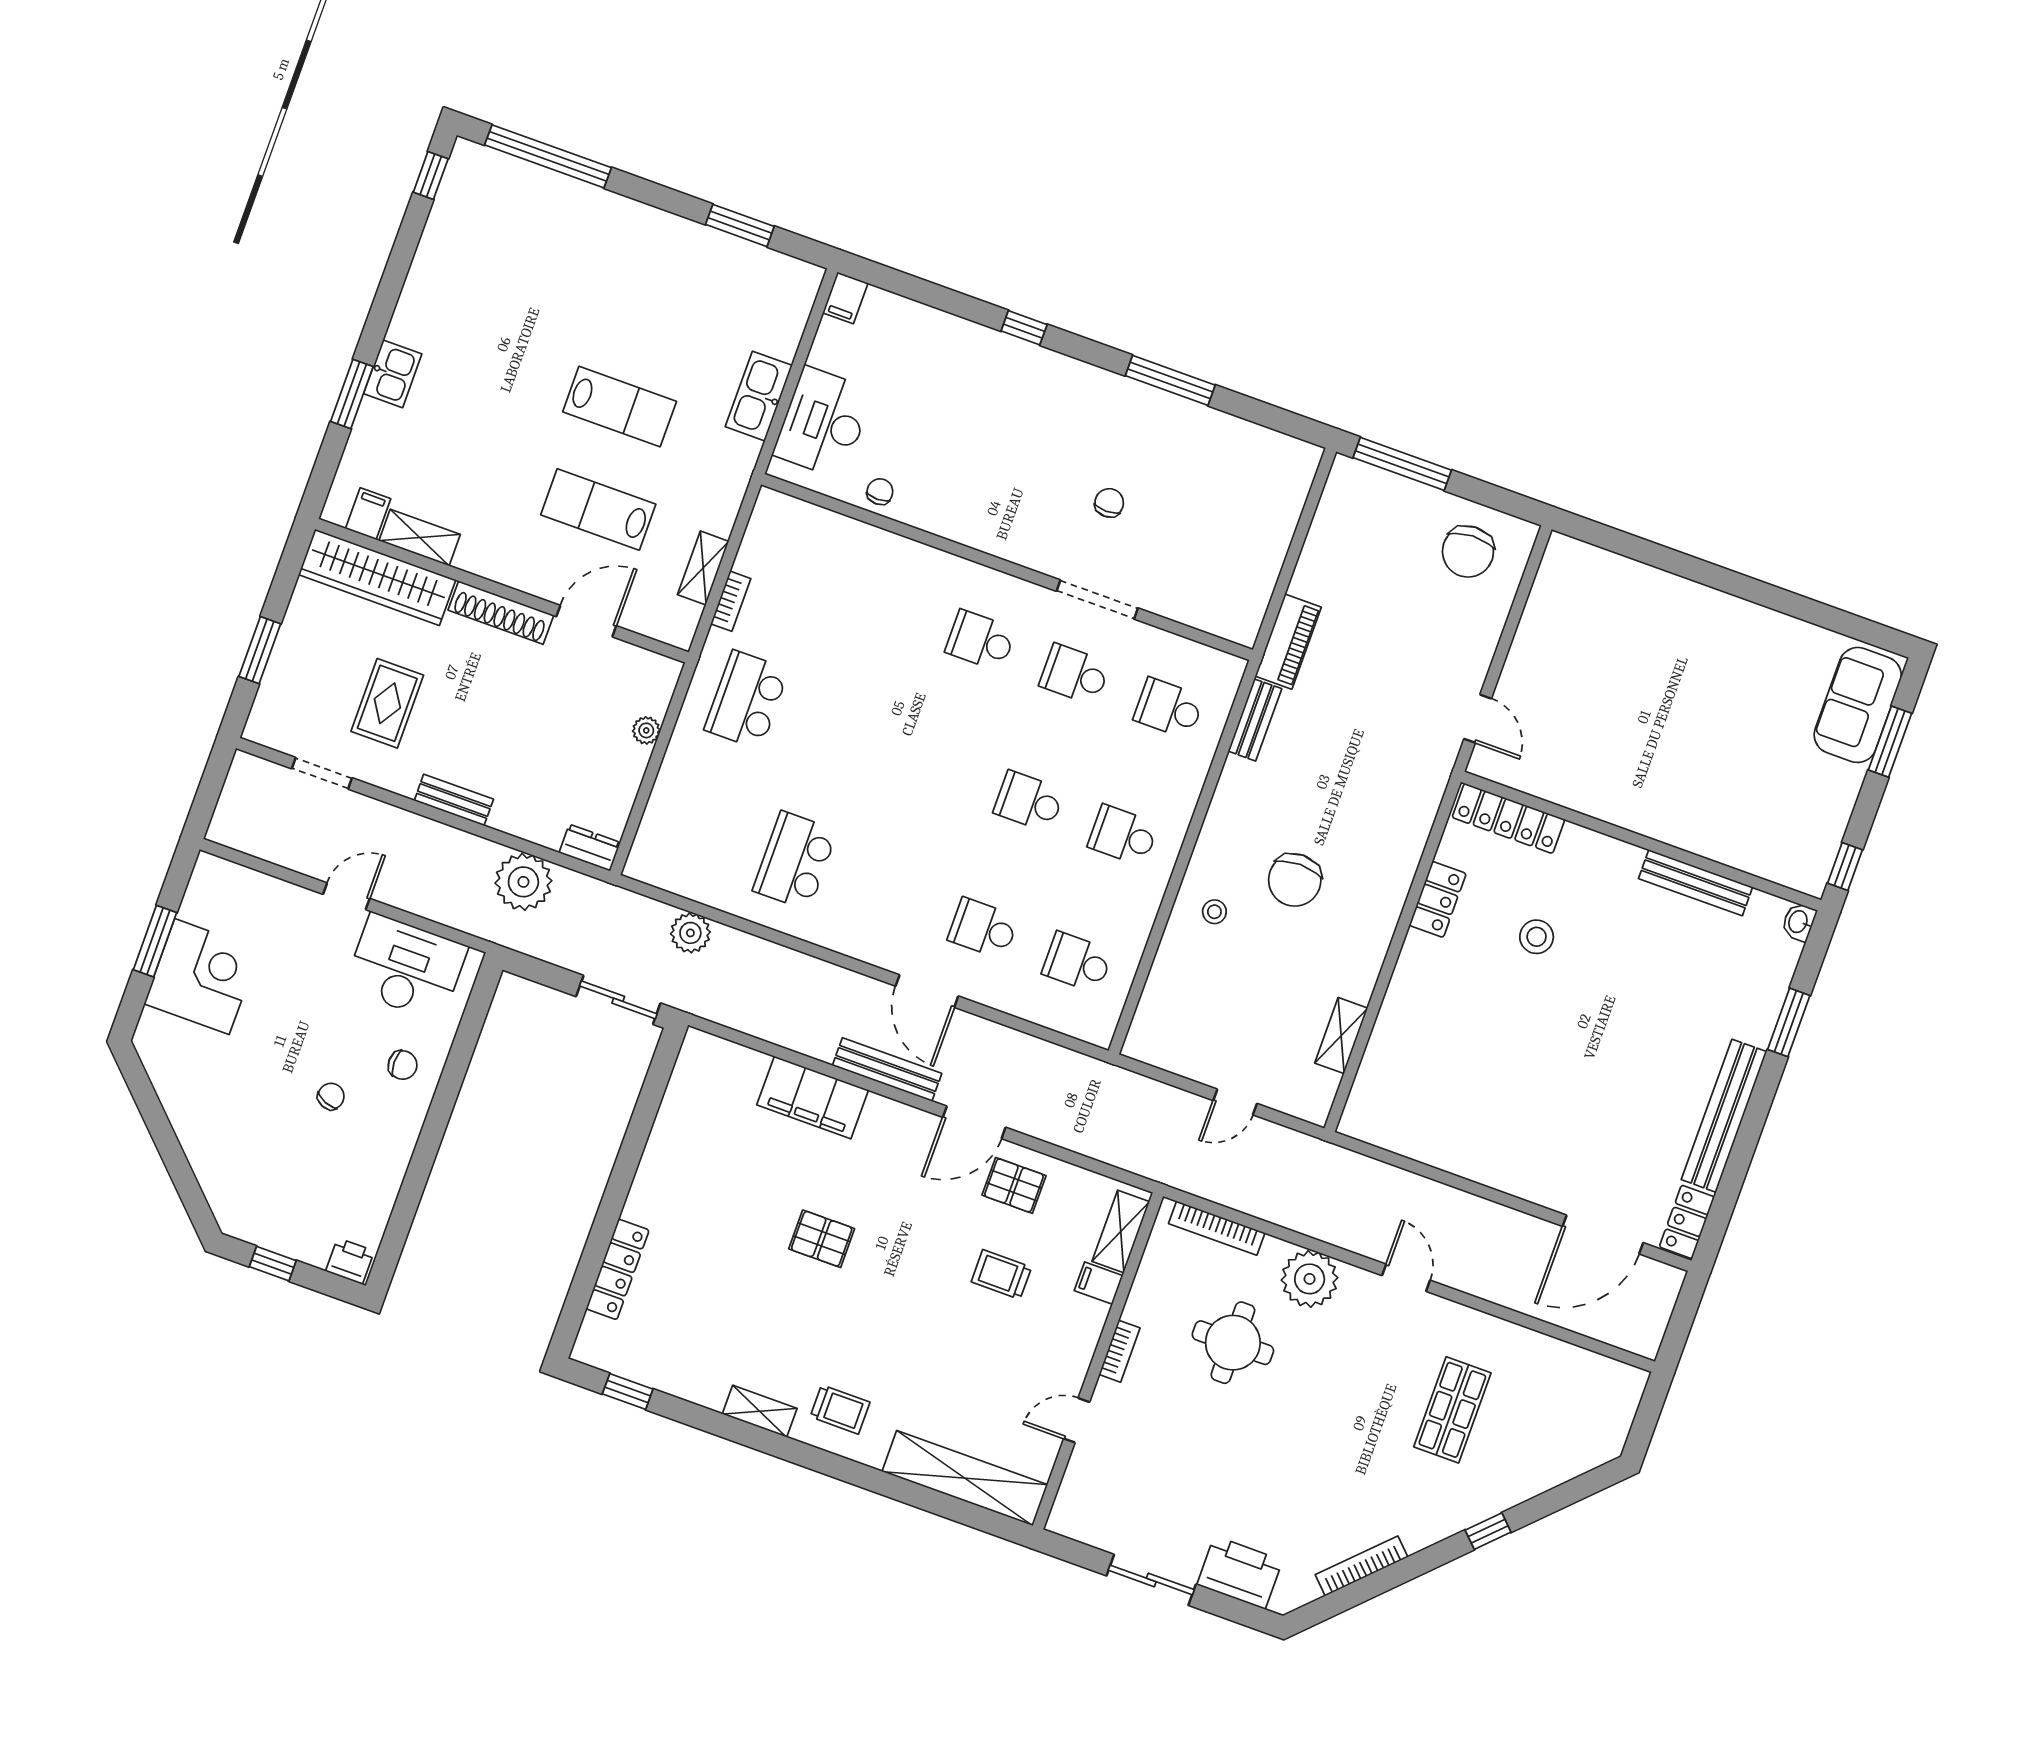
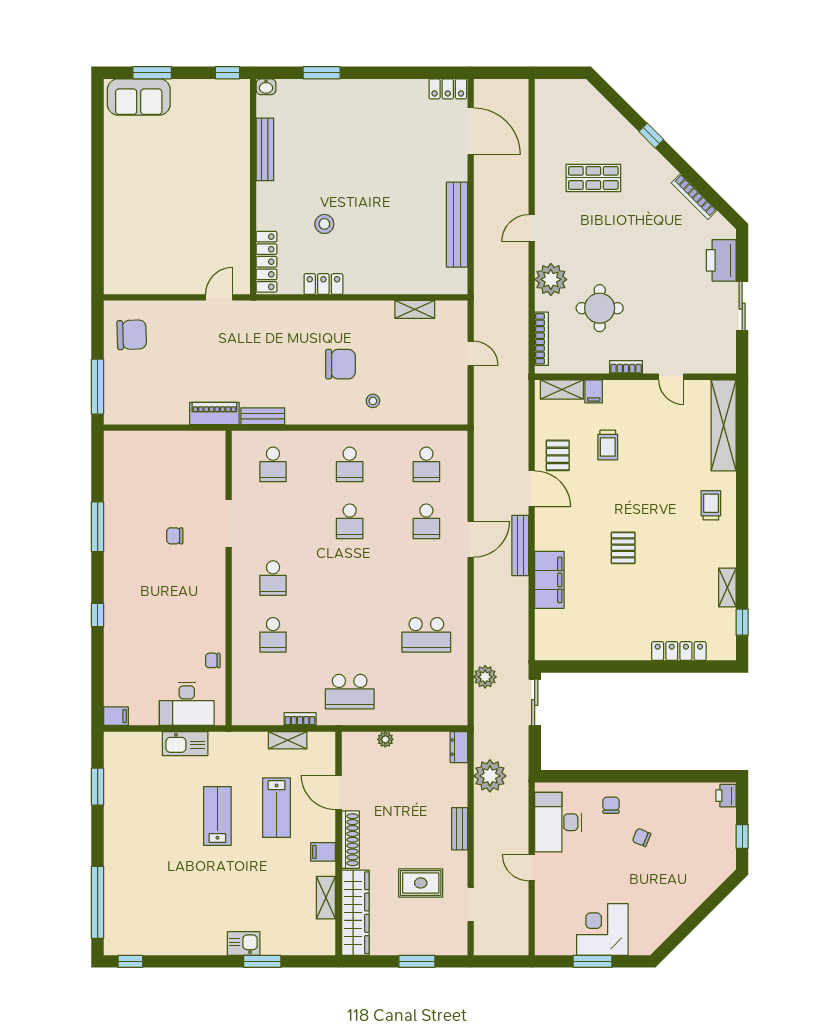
filing cabinet: (368, 514) -> (323, 852), moved
school desk: (1075, 674) -> (273, 635), moved
bench: (1724, 1116) -> (457, 225), moved, turned 90
shelving: (760, 1411) -> (727, 588), moved

